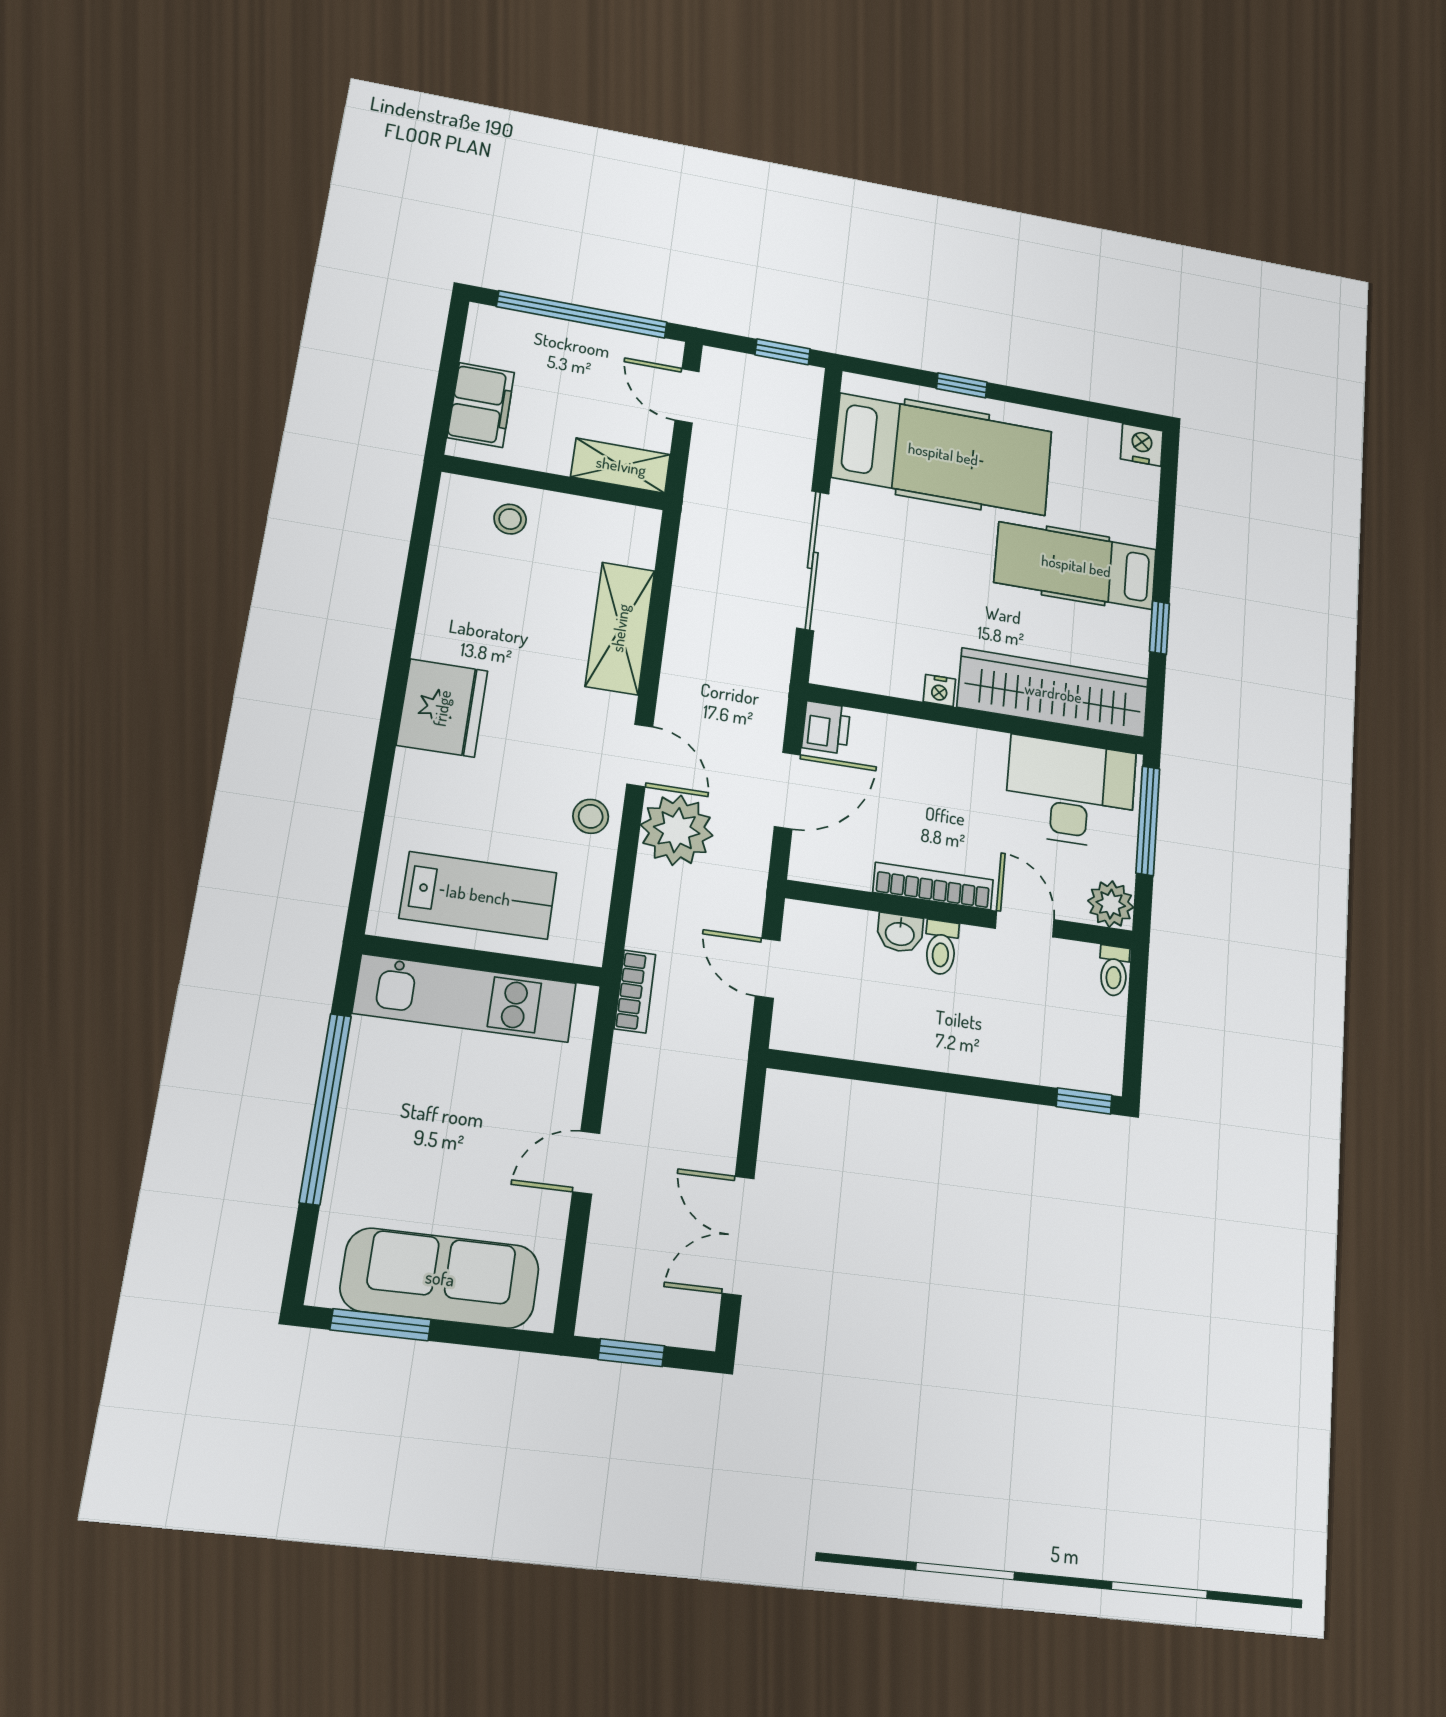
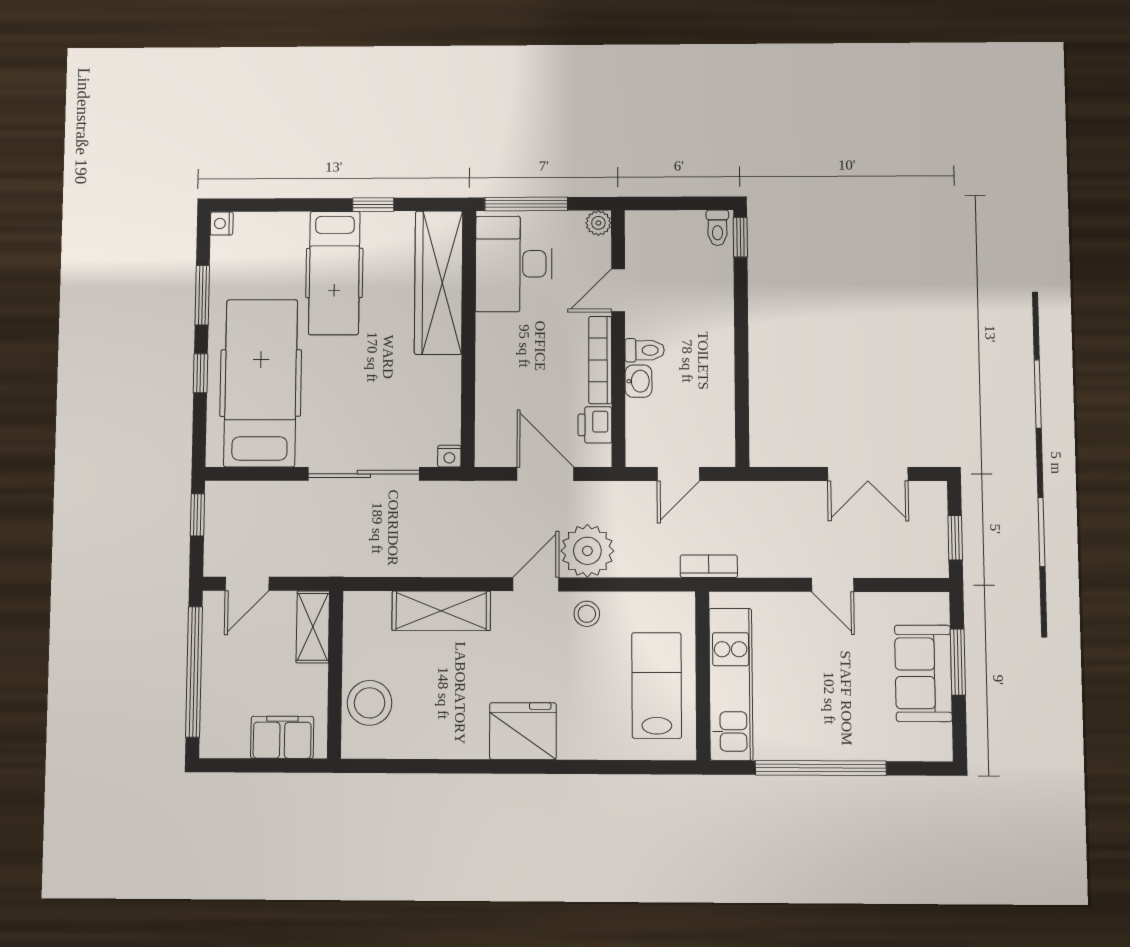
window: (1060, 404) -> (202, 295), added
nightstand: (1142, 445) -> (222, 223), width x0.72, depth x0.74
stool: (510, 519) -> (370, 703), width x1.89, depth x1.89
nightstand: (939, 690) -> (449, 456), moved, turned 90
printer: (826, 728) -> (595, 425), moved, turned -90
plant: (1111, 904) -> (598, 223), width x0.73, depth x0.73
toilet: (1114, 971) -> (717, 228), moved, turned 90
sofa: (440, 1278) -> (923, 673), width x0.73
window: (381, 1325) -> (958, 662), moved

